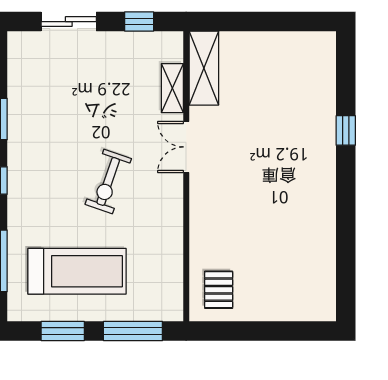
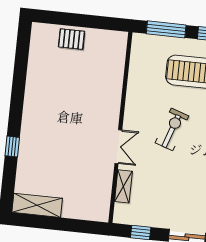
shelving: (204, 68) -> (37, 205), moved, turned 90
pallet: (219, 290) -> (72, 39), moved, turned 90

